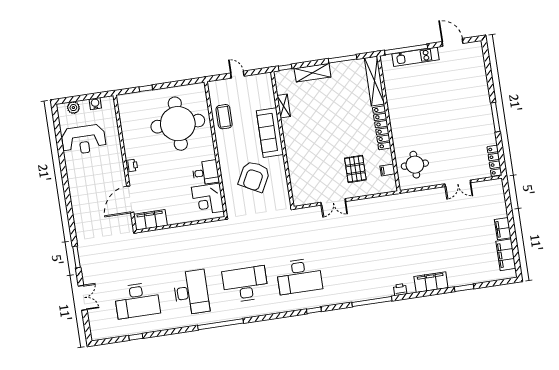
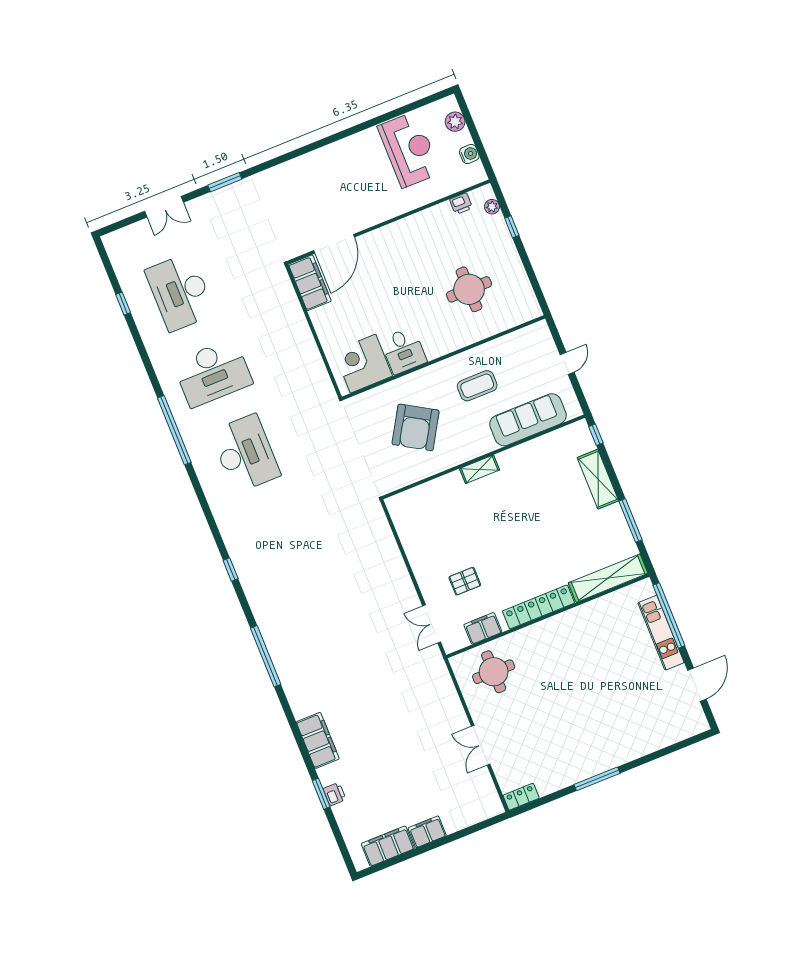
plant: (131, 98) -> (492, 207), added
shelving: (284, 106) -> (480, 469), moved
coffee table: (224, 117) -> (477, 386), moved
round table: (178, 124) -> (469, 289), width x0.54, depth x0.54
sofa: (270, 133) -> (528, 420), moved
reception desk: (84, 140) -> (409, 150), turned 180
locker: (494, 161) -> (521, 797), width x0.66
printer: (132, 165) -> (461, 204), moved
pallet: (355, 169) -> (465, 581), width x0.67, depth x0.71
filing cabinet: (388, 170) -> (483, 628), width x2.00
armchair: (254, 176) -> (416, 427), turned -87
door: (130, 199) -> (334, 244), swing flipped
double door: (333, 202) -> (432, 624), moved
desk: (299, 276) -> (278, 534), removed
printer: (400, 290) -> (335, 794), moved

